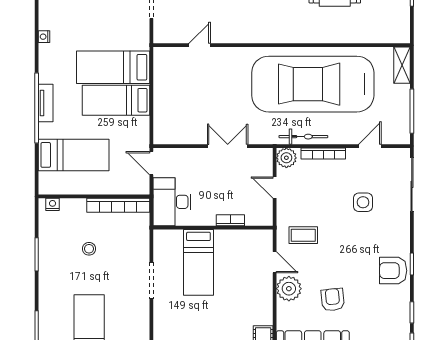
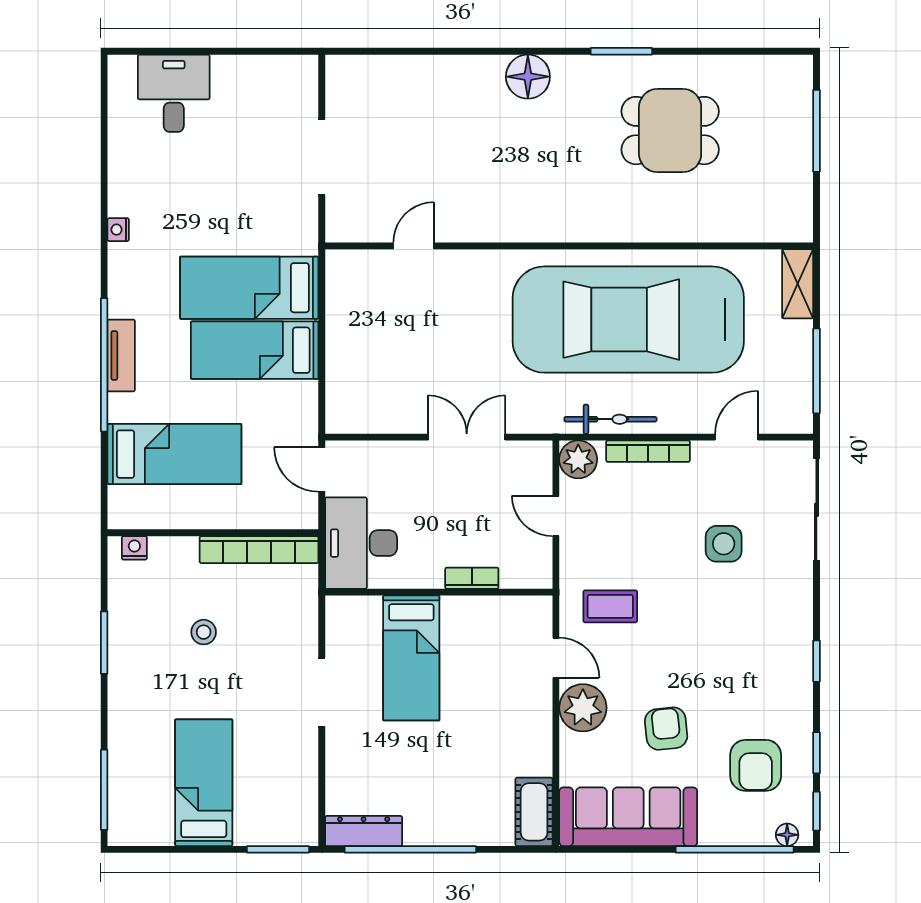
armchair: (393, 271) -> (756, 765), moved, turned -90

